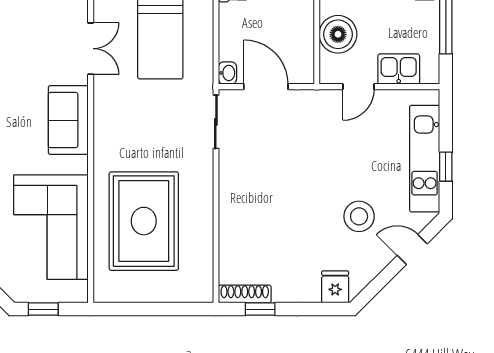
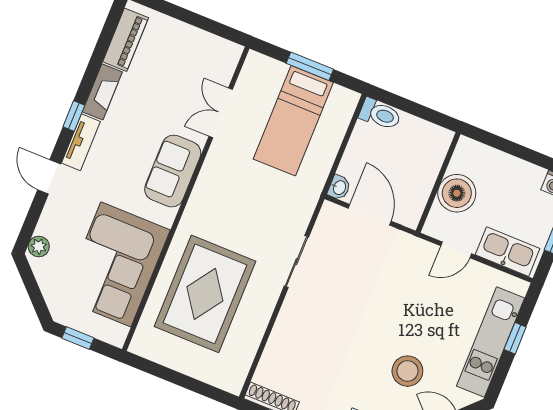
double door: (91, 49) -> (221, 113), swing flipped
kitchen sink: (399, 69) -> (508, 252), width x1.38
sliding door: (216, 122) -> (296, 262), moved
window: (446, 167) -> (515, 338), moved

